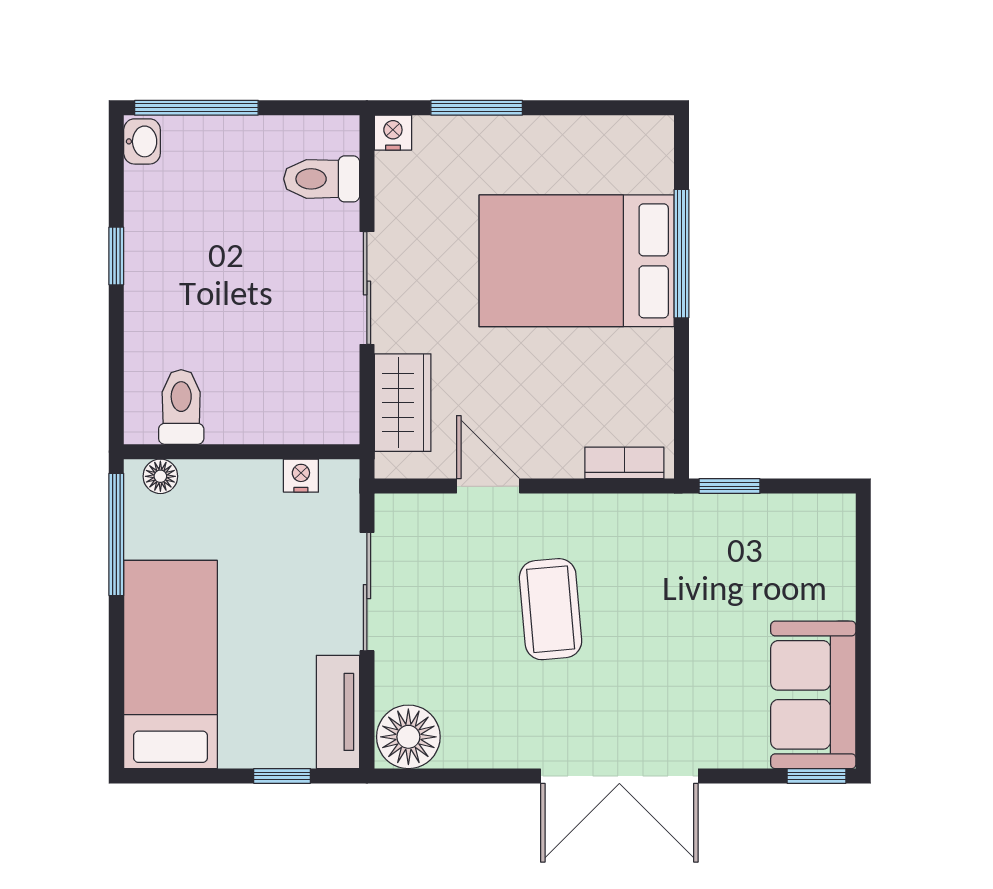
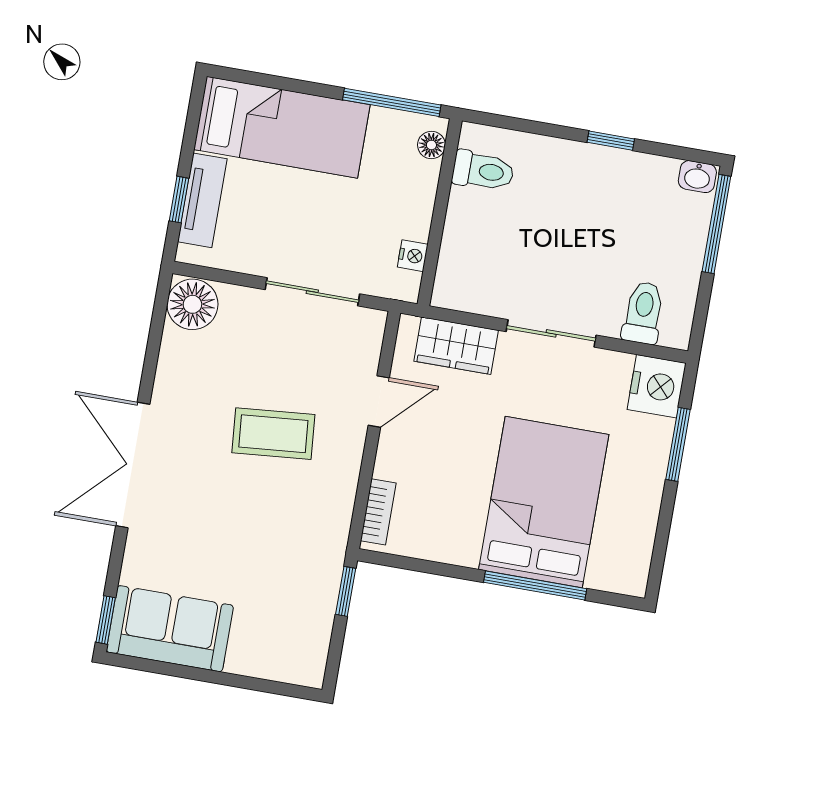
nightstand: (393, 133) -> (657, 386), width x1.89, depth x1.79
tv unit: (338, 712) -> (202, 200), moved, turned 90

